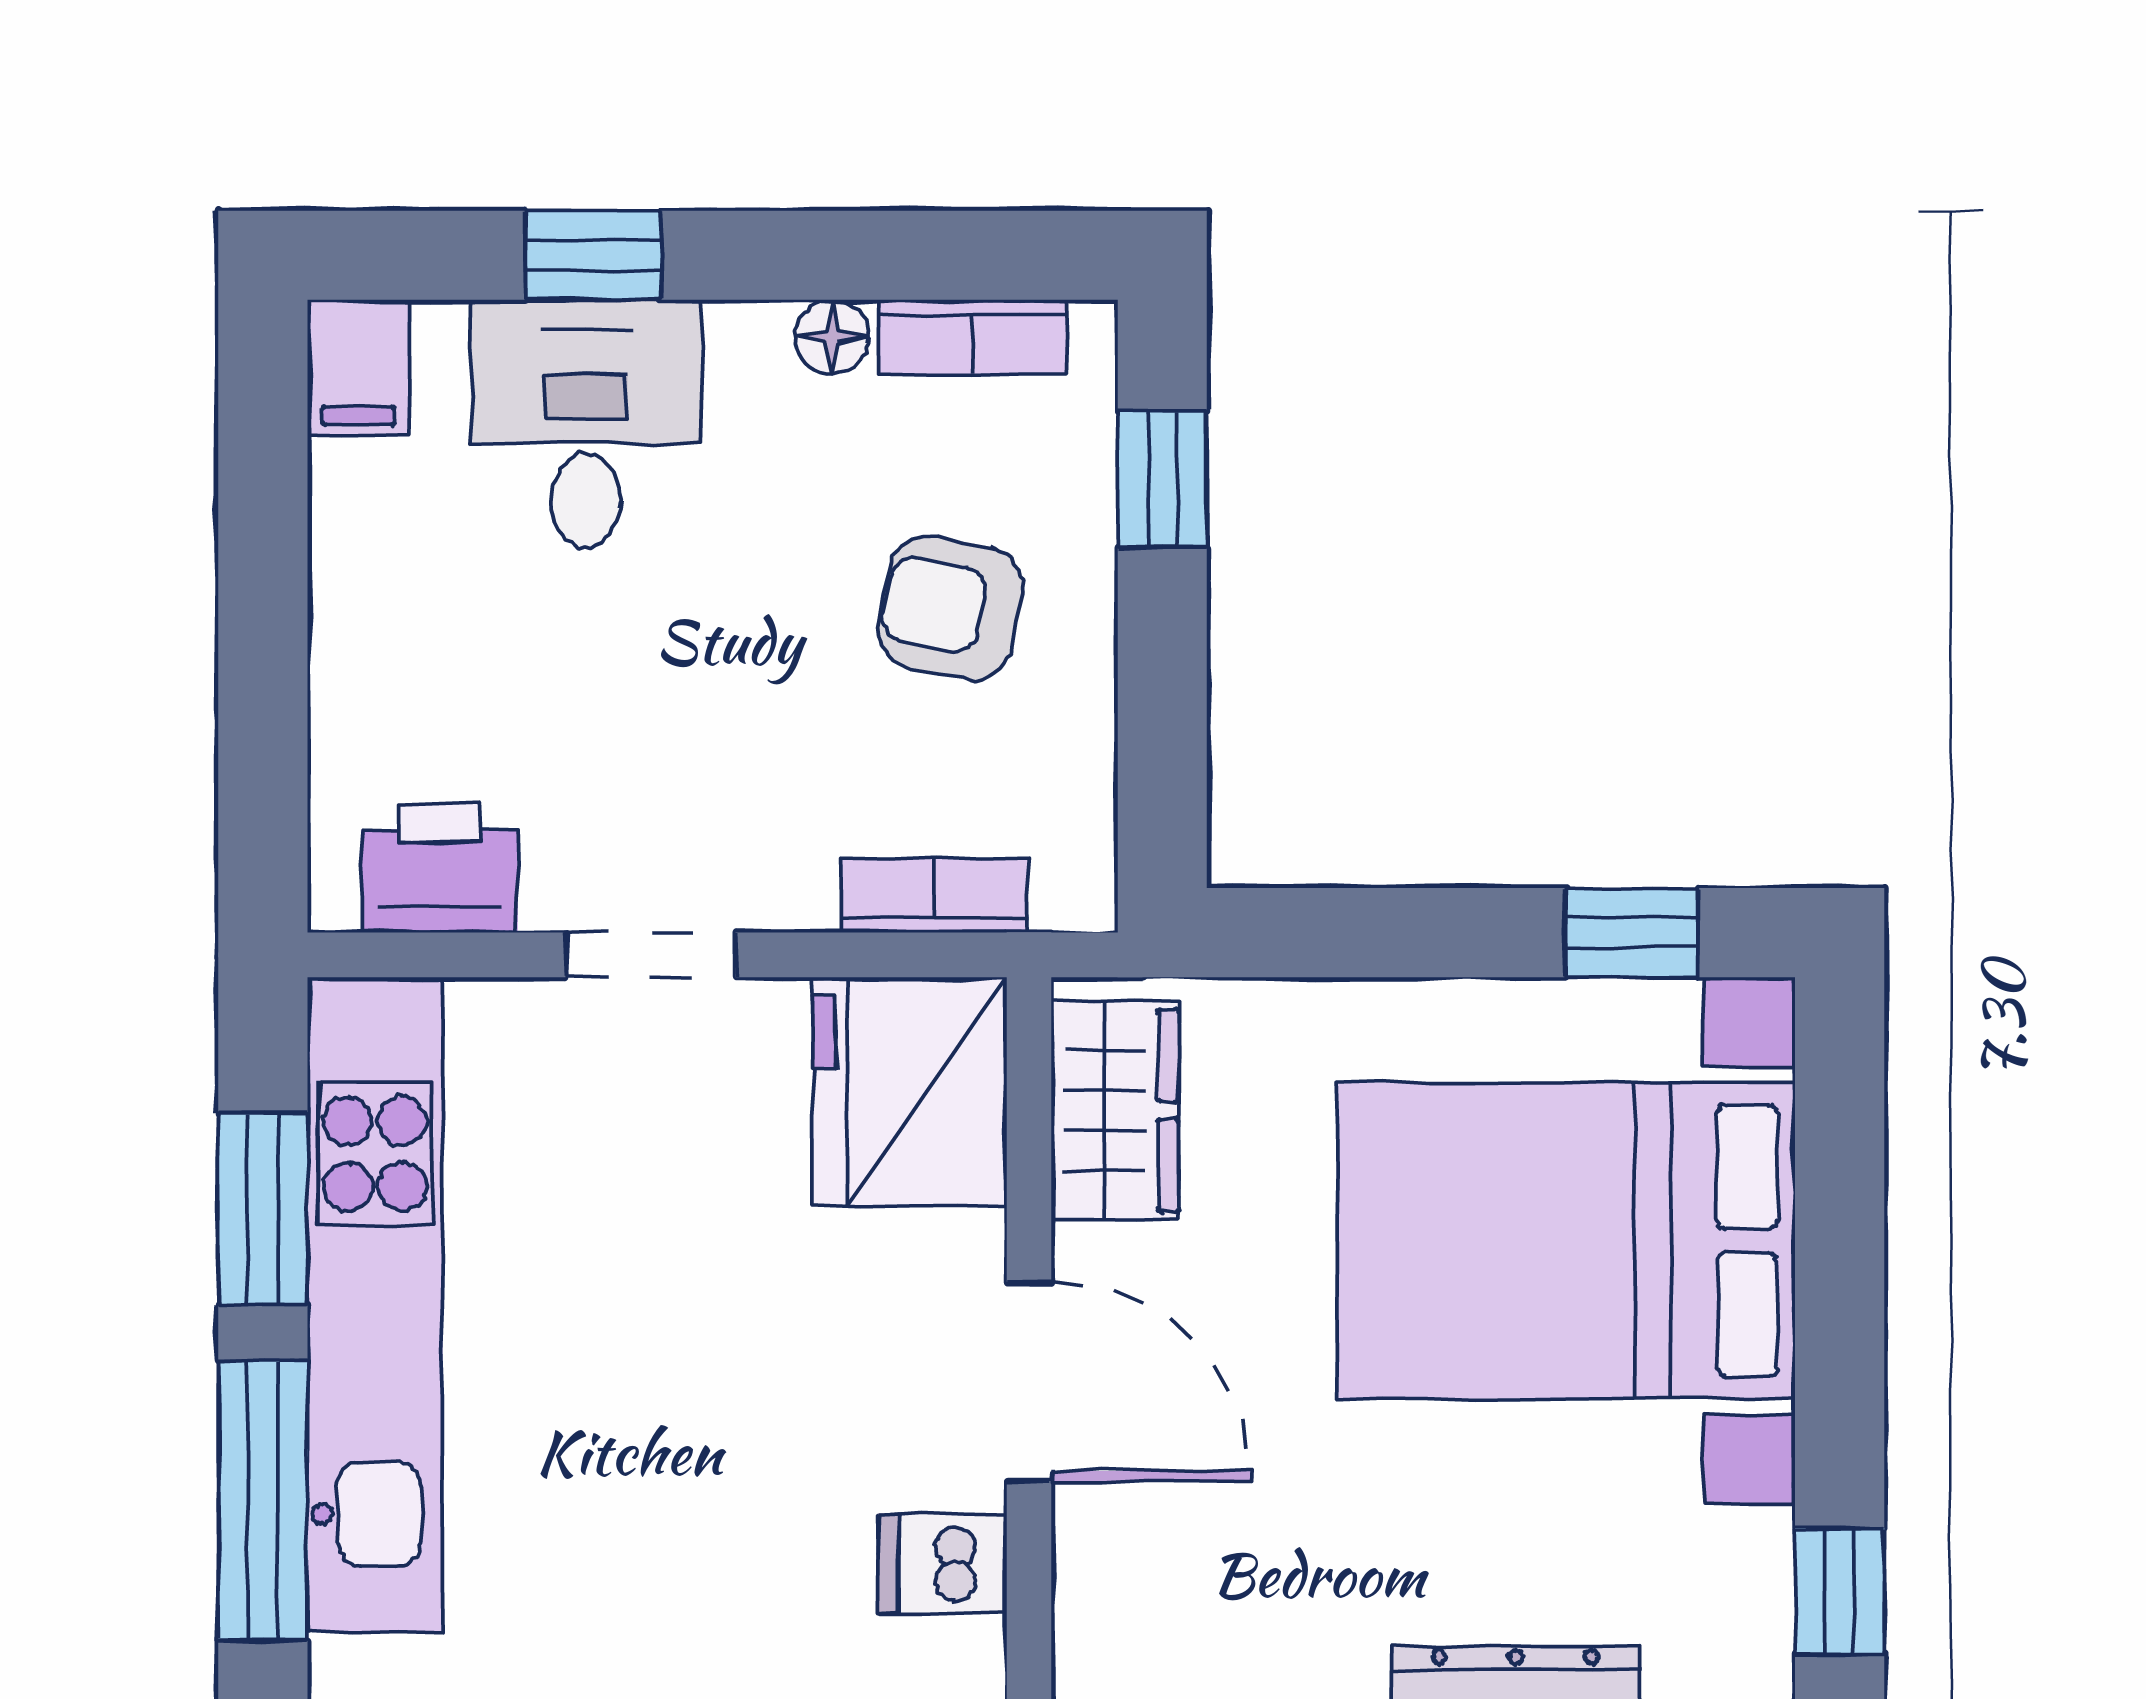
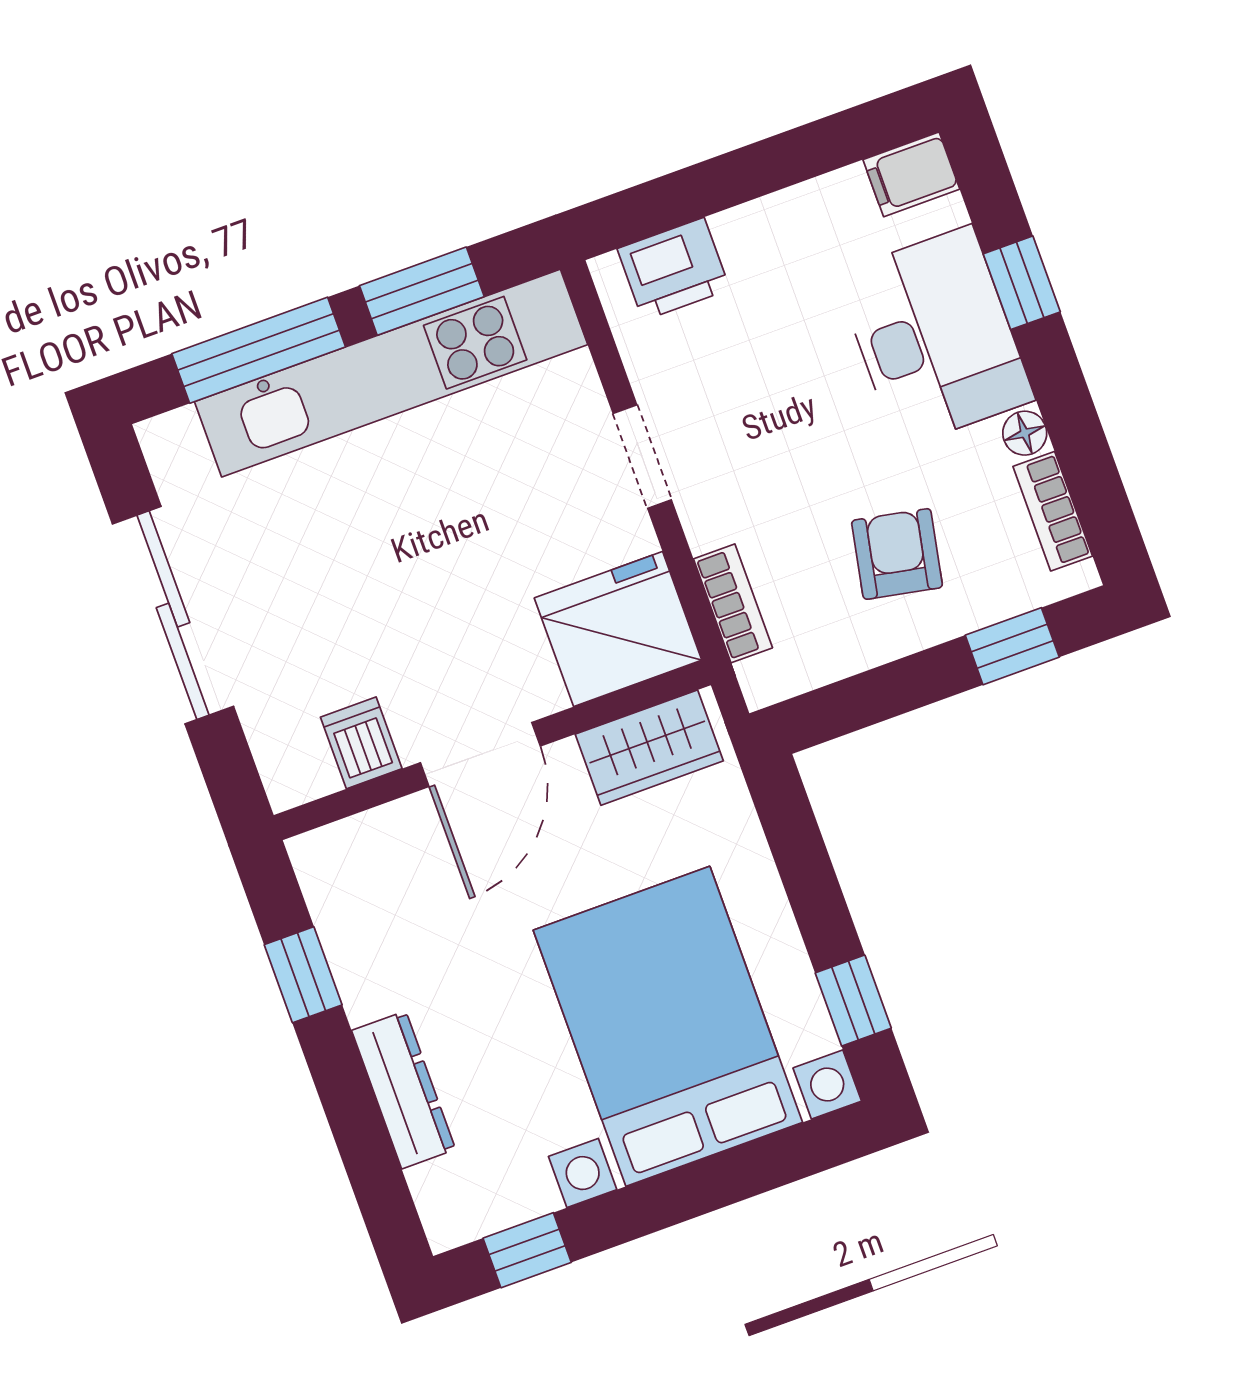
desk: (586, 424) -> (935, 337), width x1.37
printer: (439, 868) -> (674, 269), moved, turned 90

